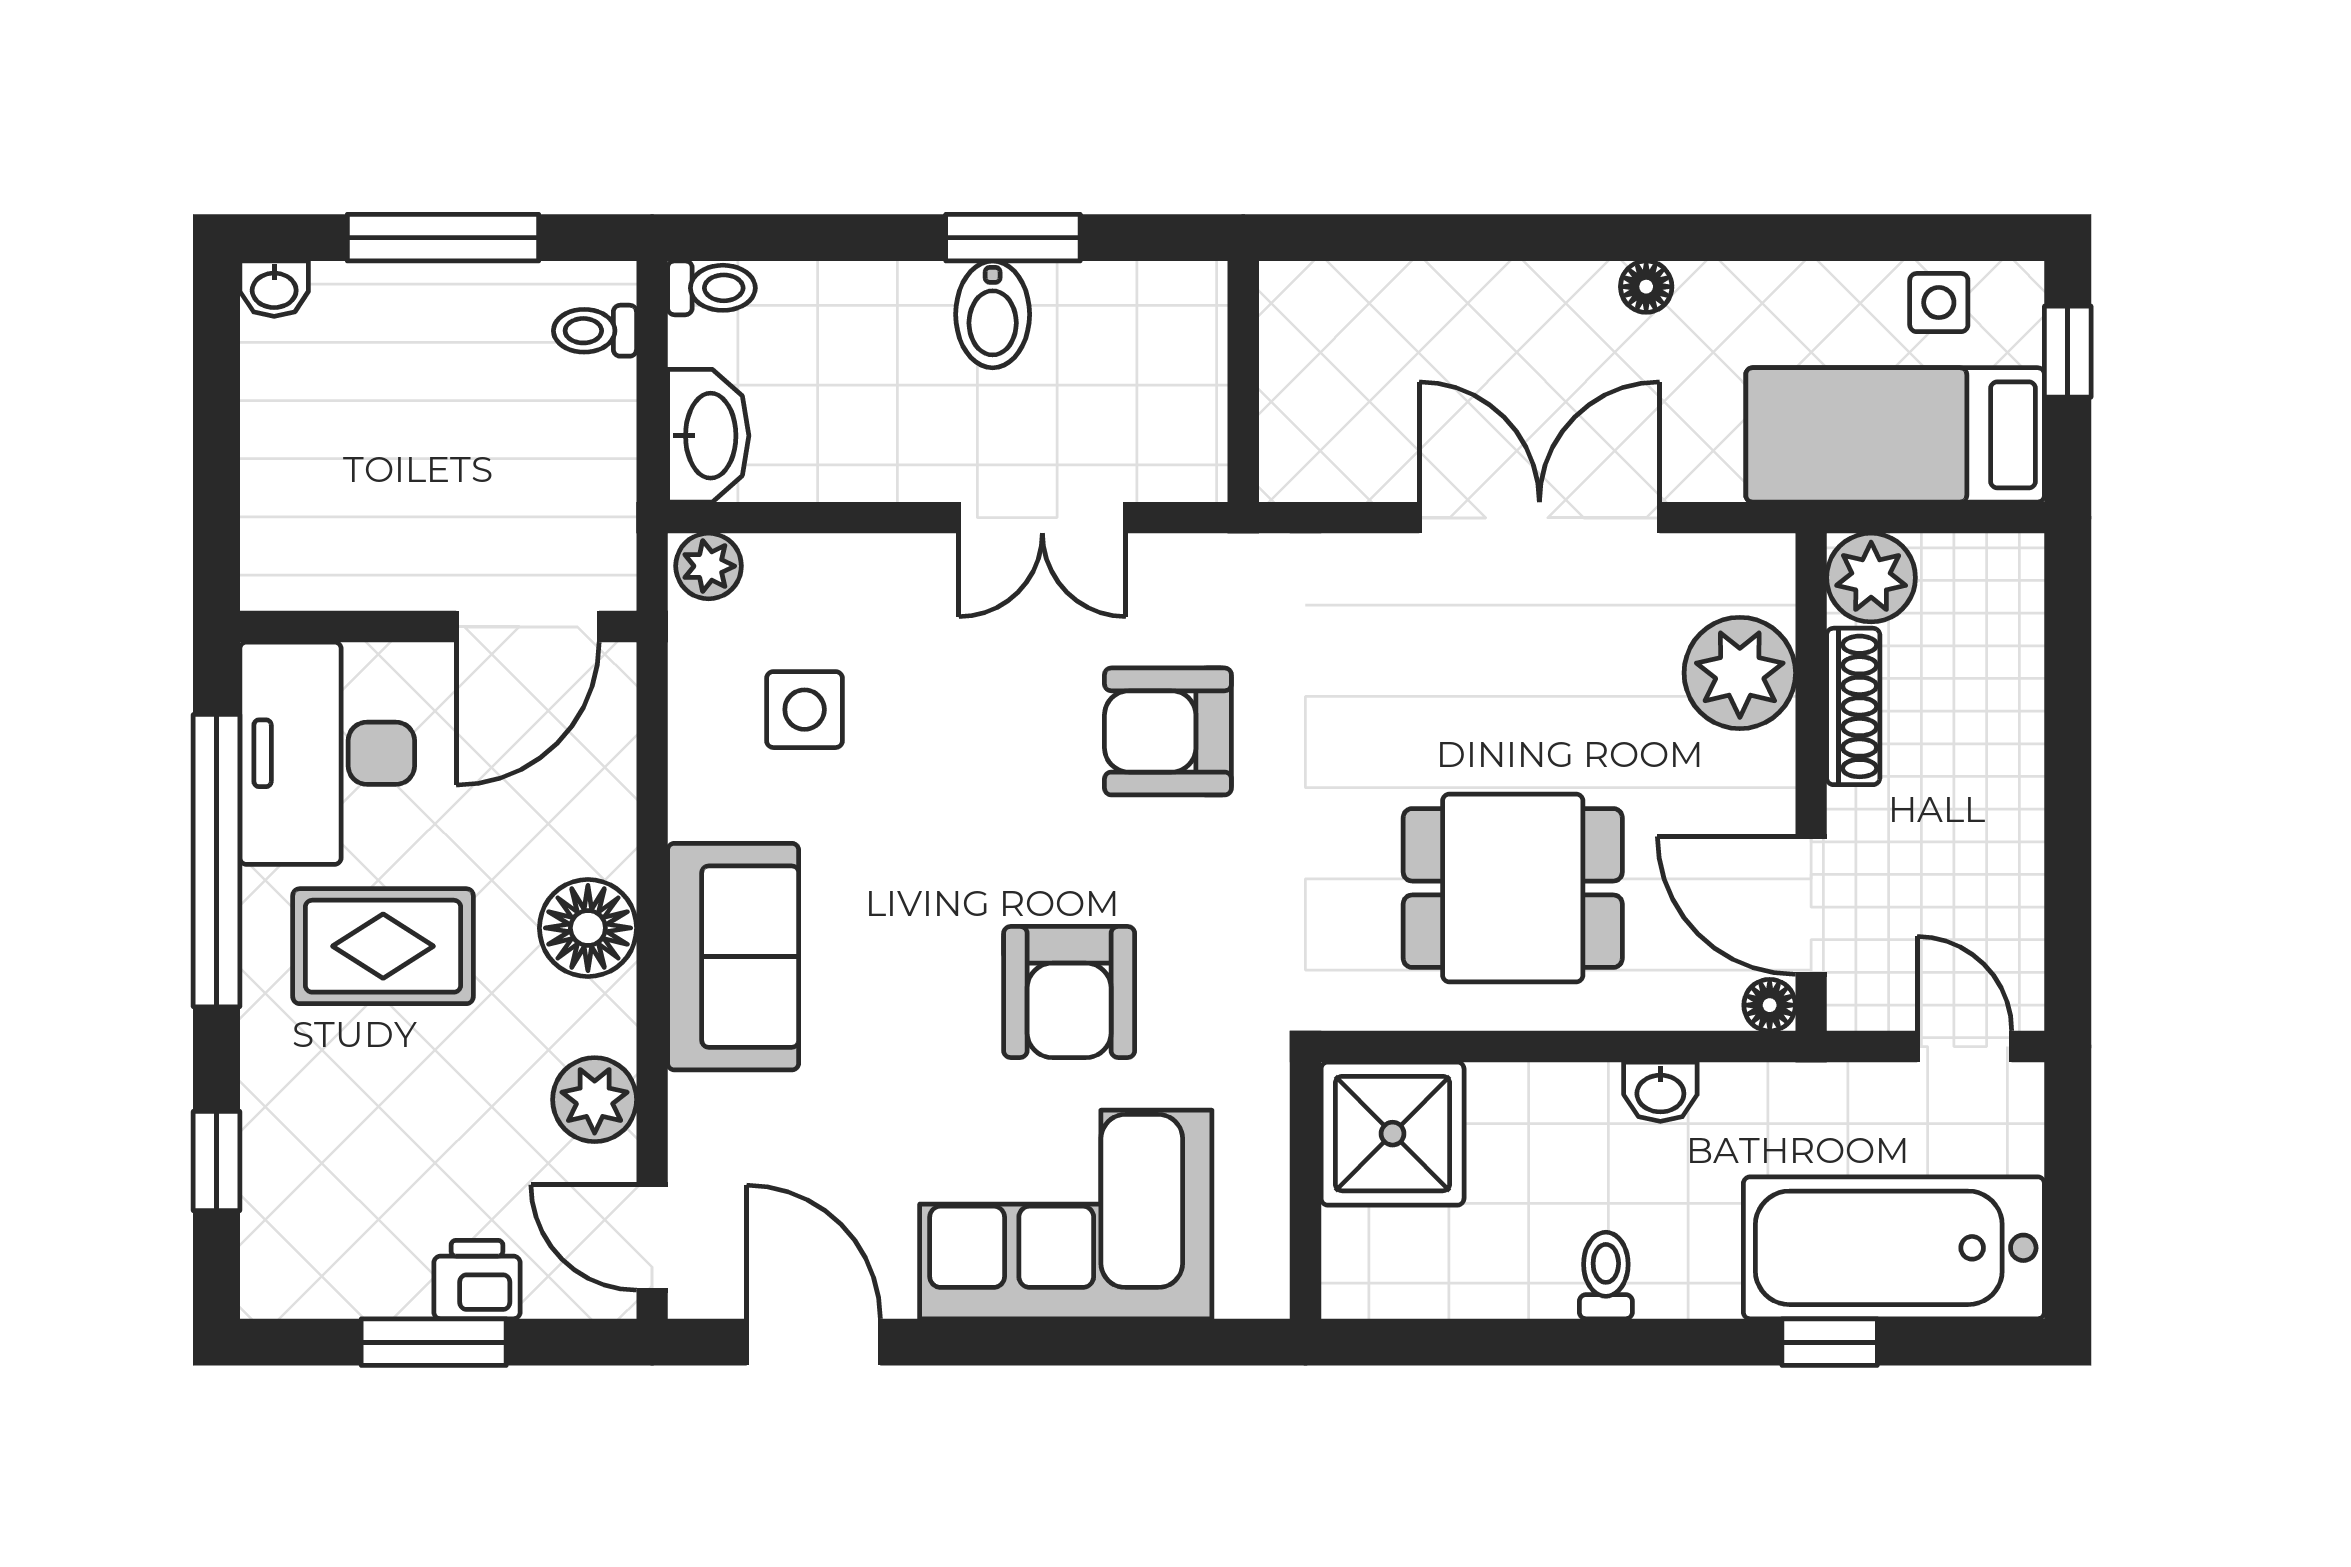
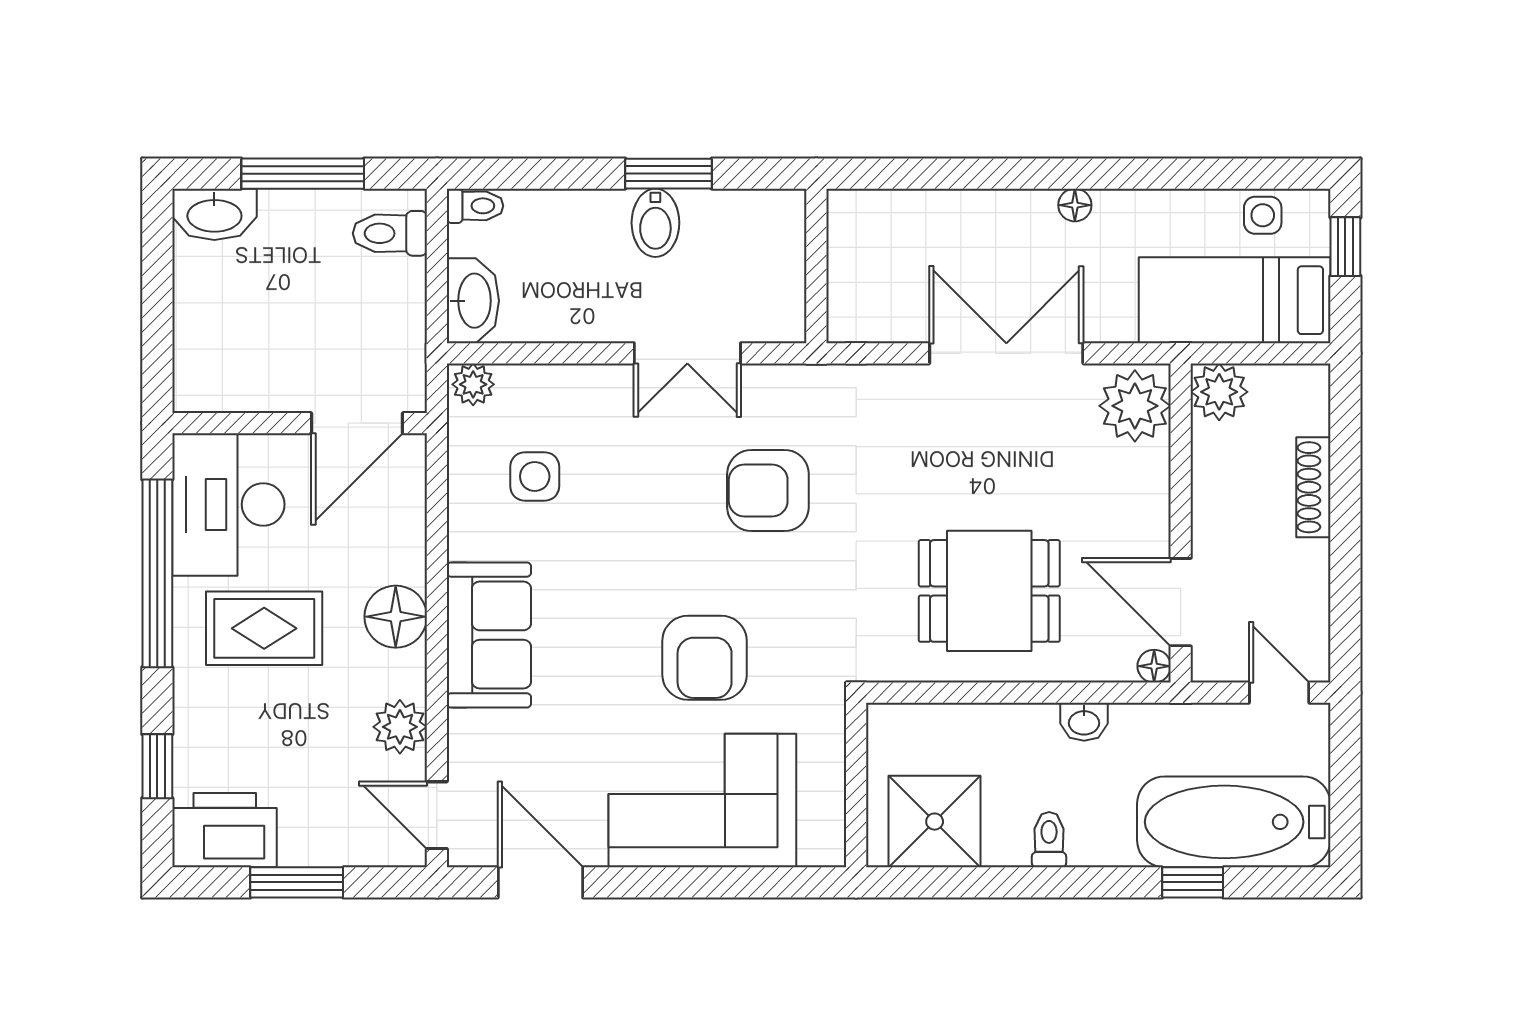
washbasin: (274, 289) -> (214, 214), width x1.91, depth x1.45
toilet: (595, 331) -> (390, 233), width x1.37, depth x1.39
plant: (1740, 673) -> (1135, 406), moved
shoe rack: (1853, 706) -> (1313, 487), moved, turned 180
shower: (1393, 1134) -> (935, 822), moved
printer: (477, 1280) -> (225, 830), moved, width x1.87, depth x1.48

